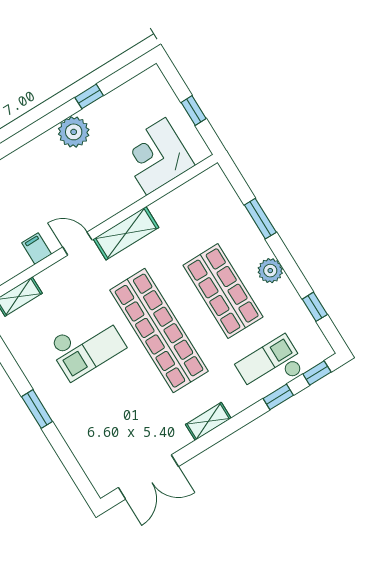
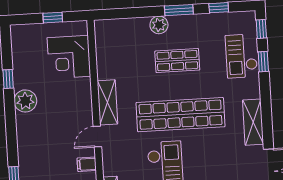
window: (260, 219) -> (179, 10), moved
plant: (270, 271) -> (159, 25), moved
shop shelf: (223, 291) -> (177, 61), width x0.70, depth x0.74
shelving: (208, 421) -> (253, 122), width x1.50, depth x1.33

